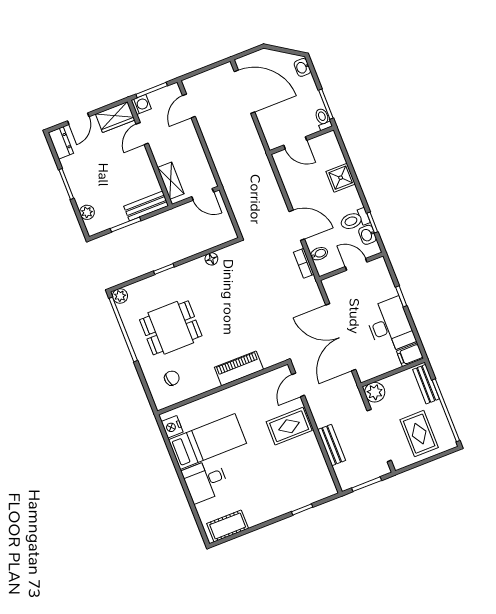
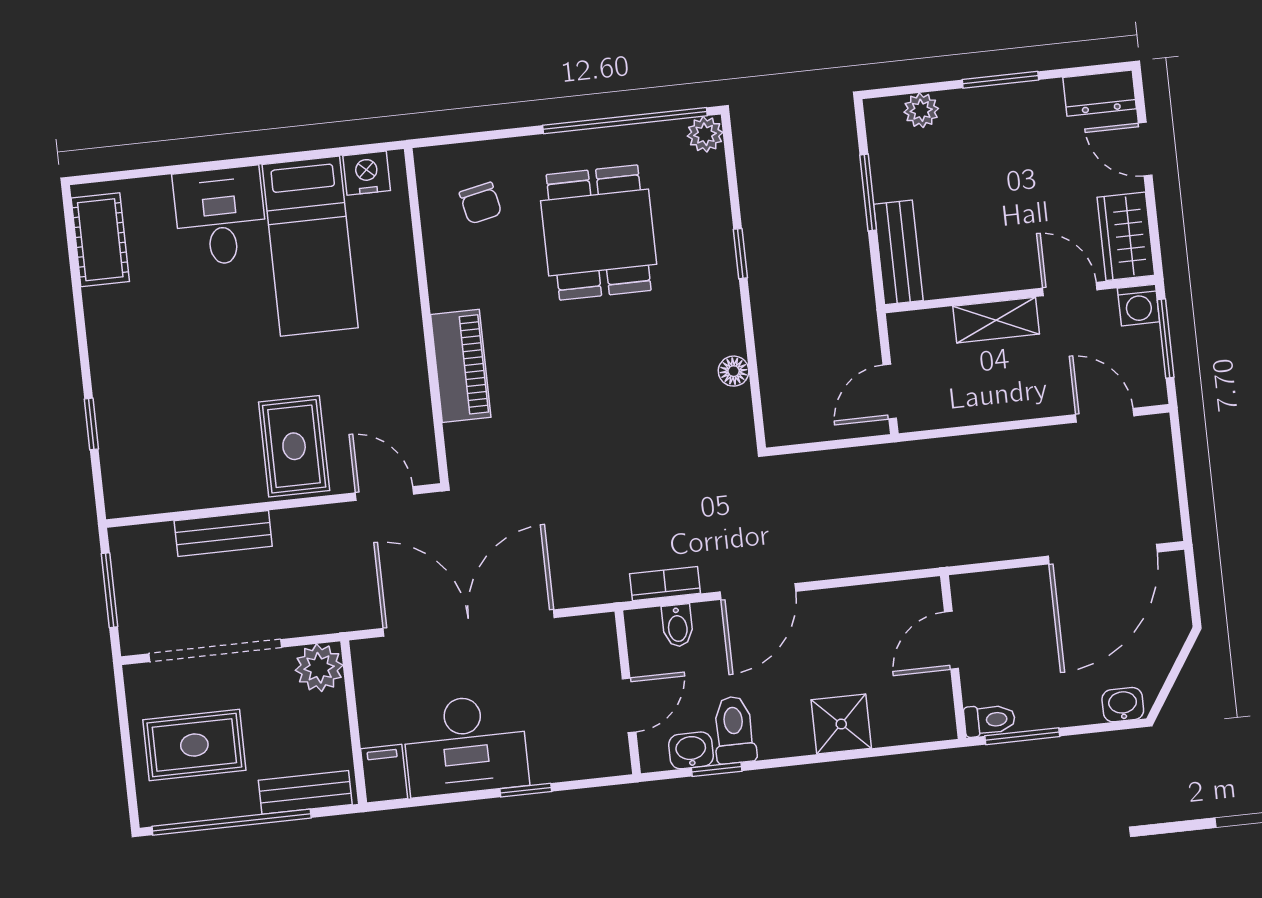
shelving: (171, 181) -> (996, 320), moved

